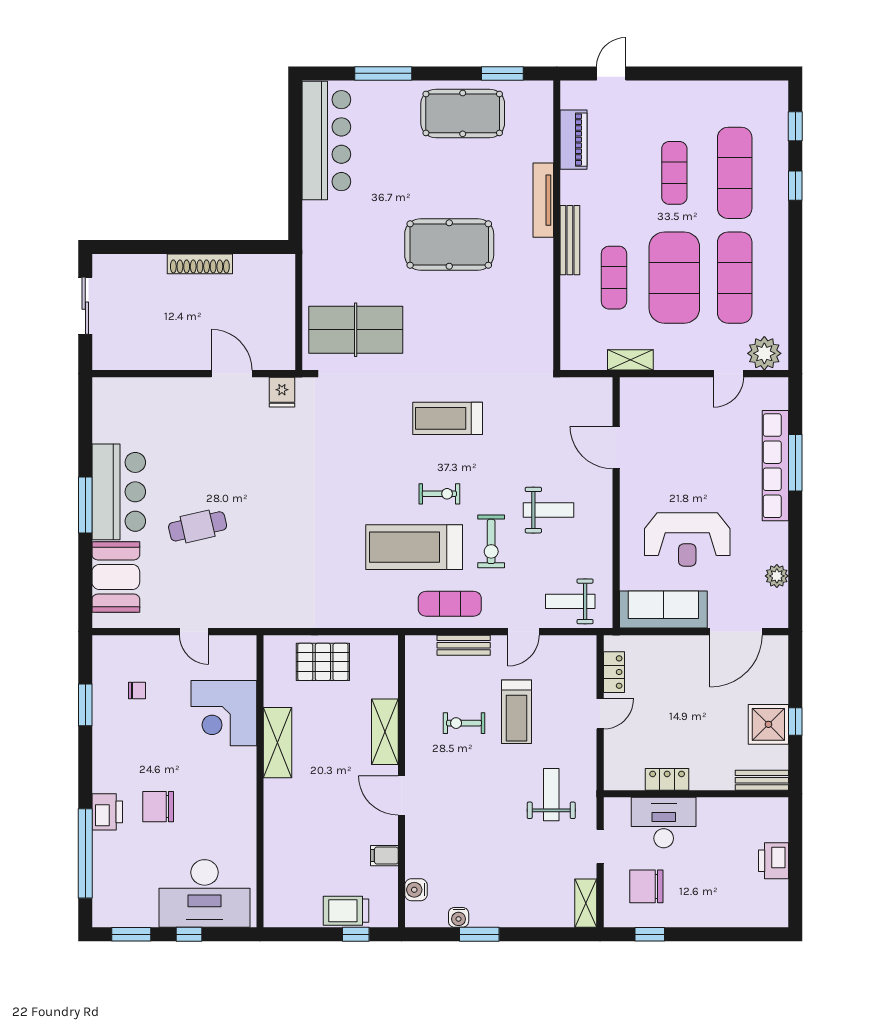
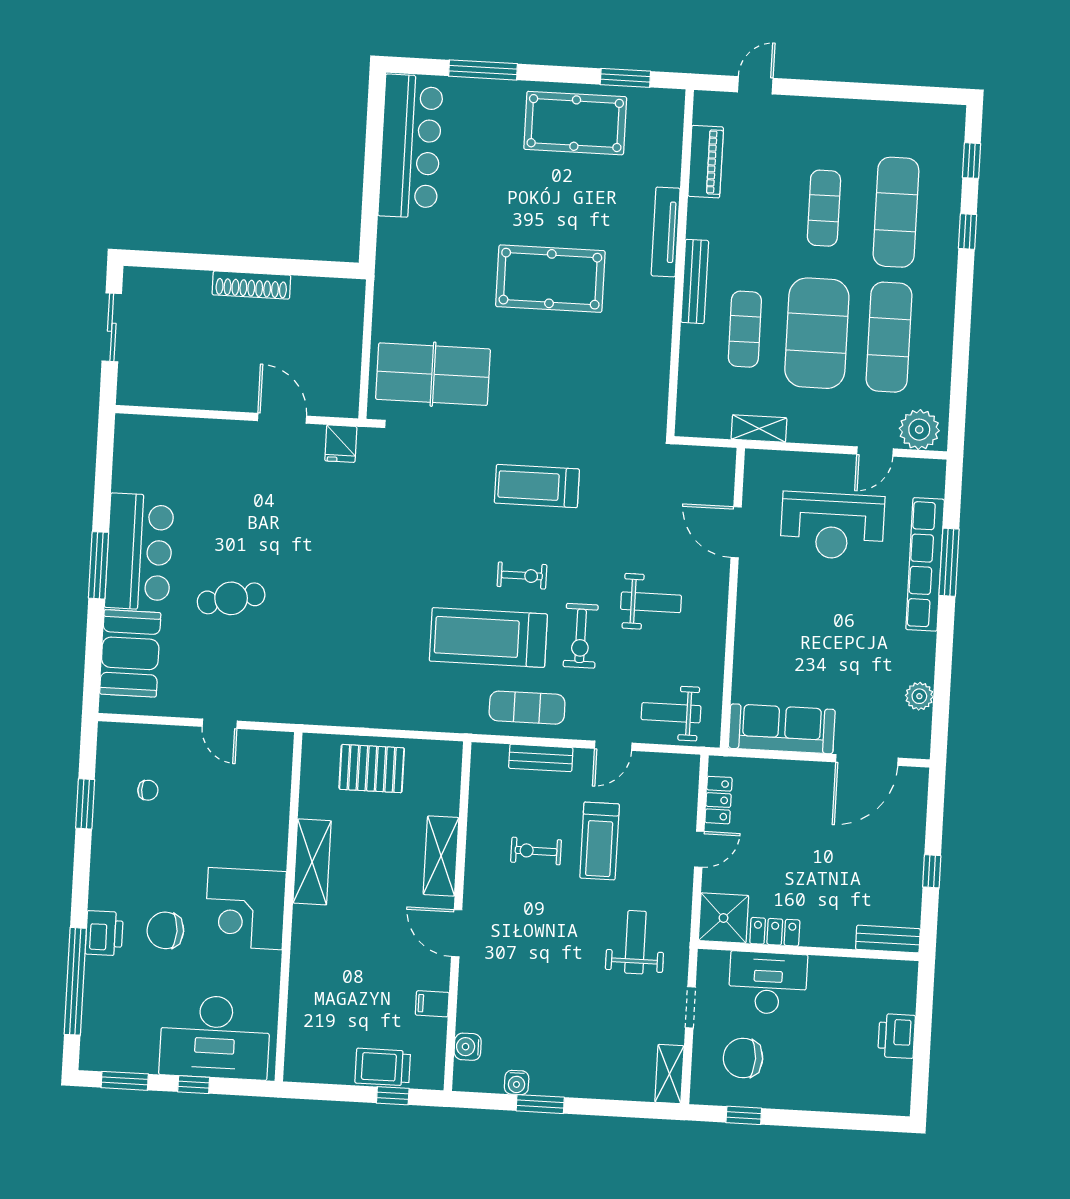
reception desk: (687, 539) -> (832, 526), moved
corner desk: (224, 713) -> (245, 909), moved
shower: (768, 724) -> (723, 918), moved

